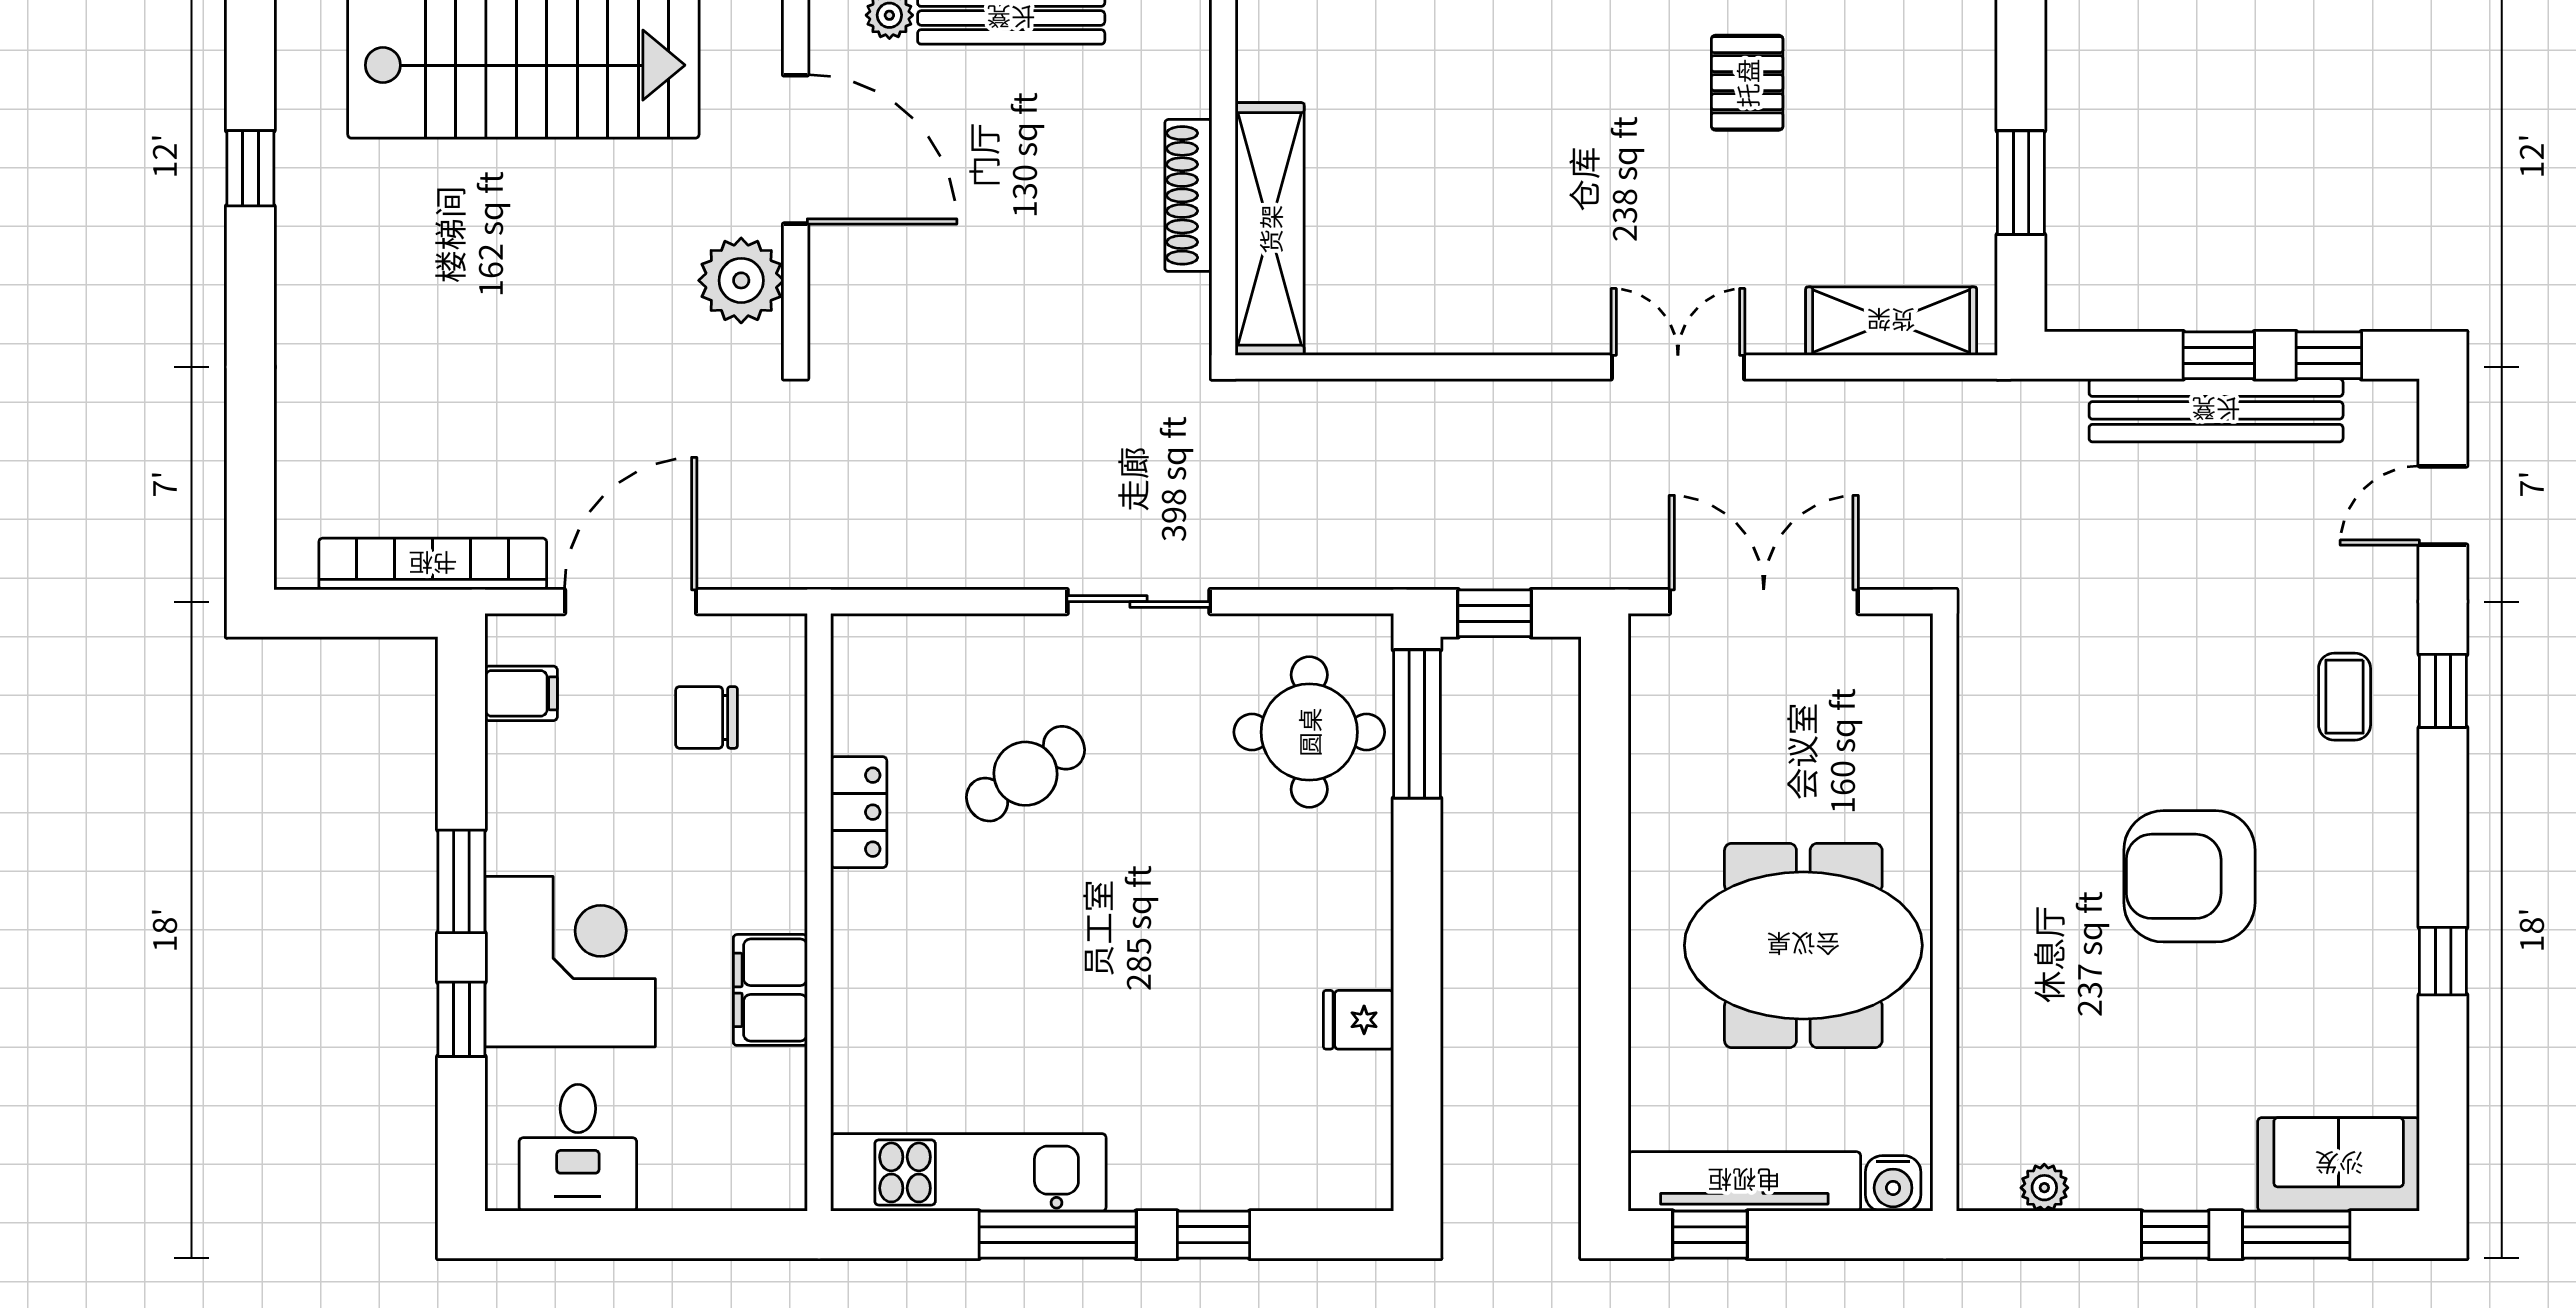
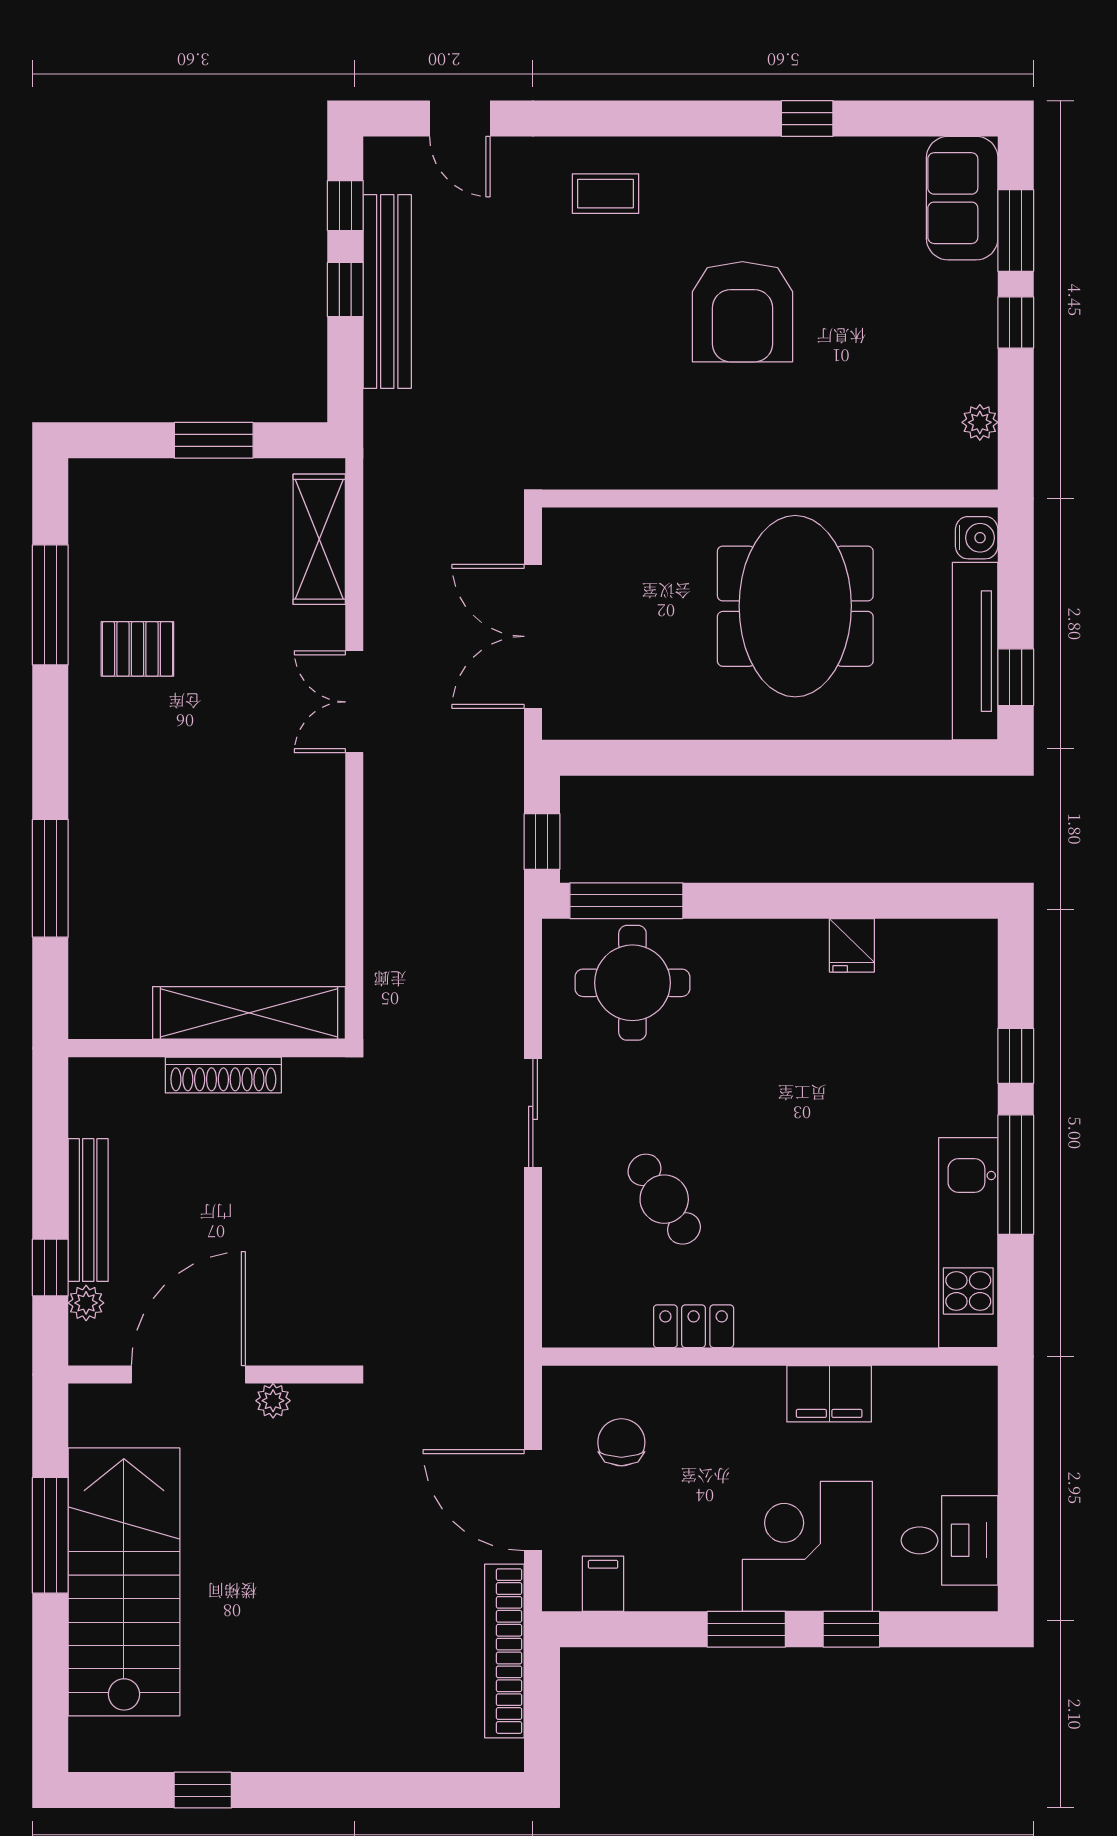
plant: (741, 280) -> (273, 1401), width x0.53, depth x0.53
window: (2443, 691) -> (601, 119), removed
chair: (707, 717) -> (621, 1442), turned 180

